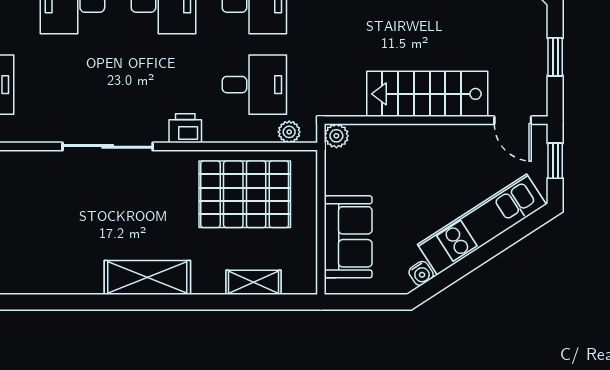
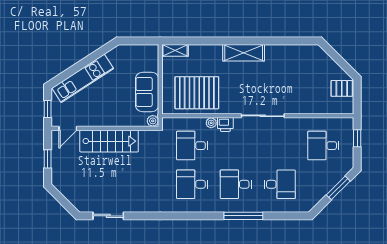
door: (513, 120) -> (68, 128), swing flipped
plant: (289, 132) -> (211, 123), moved
sofa: (348, 237) -> (147, 92), moved
water cooler: (421, 273) -> (112, 55), removed
shelving: (254, 282) -> (175, 50), moved

